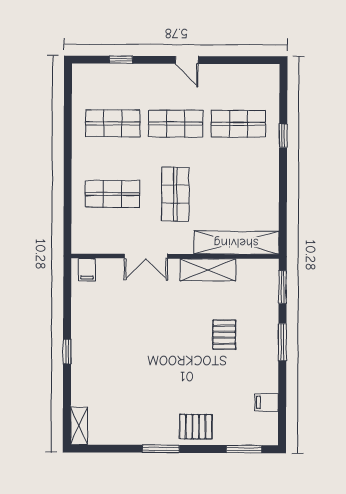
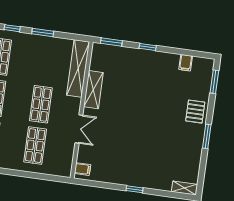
window: (283, 183) -> (43, 32), added
shop shelf: (175, 194) -> (41, 104), turned 90
pallet: (224, 335) -> (137, 85), removed
window: (282, 342) -> (148, 47), width x0.67

